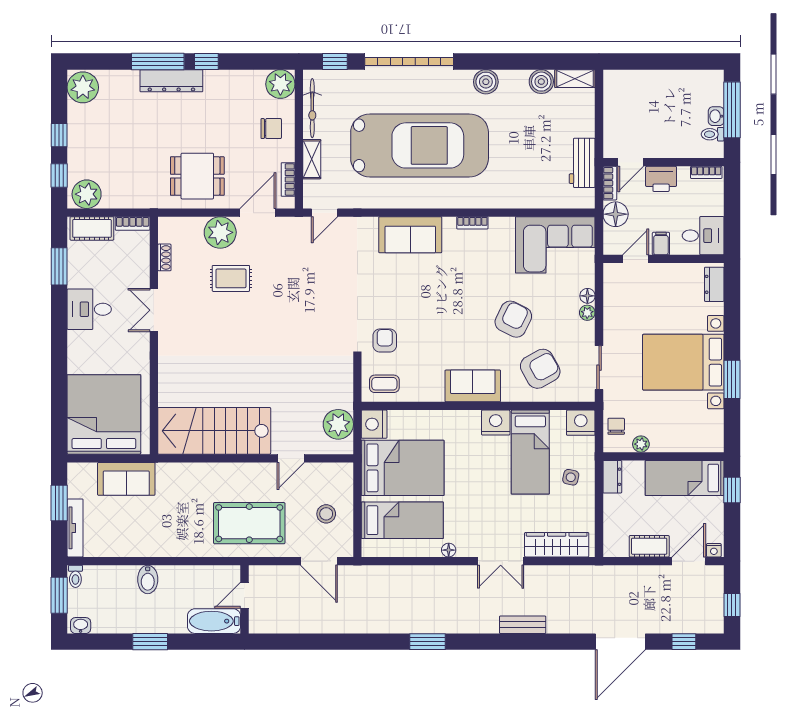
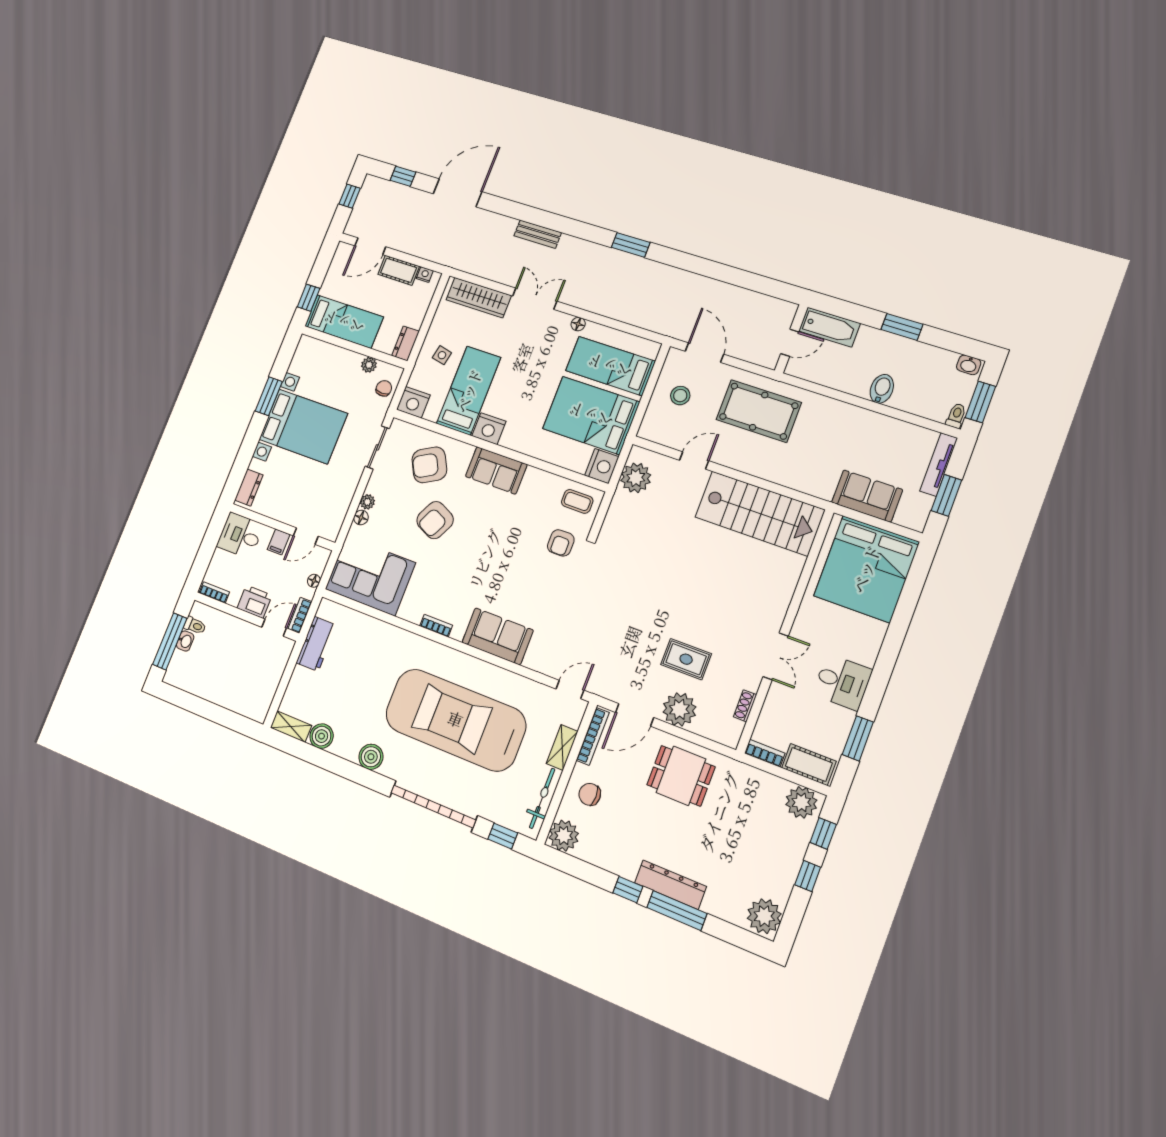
bookcase: (288, 180) -> (593, 736), width x1.56
floor lamp: (616, 214) -> (314, 581), width x0.53, depth x0.53
chair: (616, 426) -> (384, 388), turned 180
nightstand: (714, 550) -> (425, 275), moved

